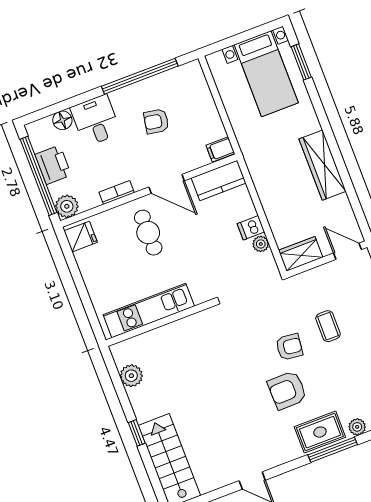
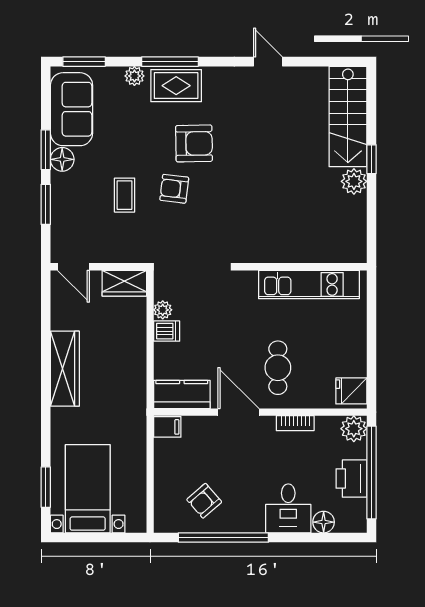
armchair: (156, 121) -> (204, 501), moved, turned 129
plant: (131, 376) -> (354, 181), moved

